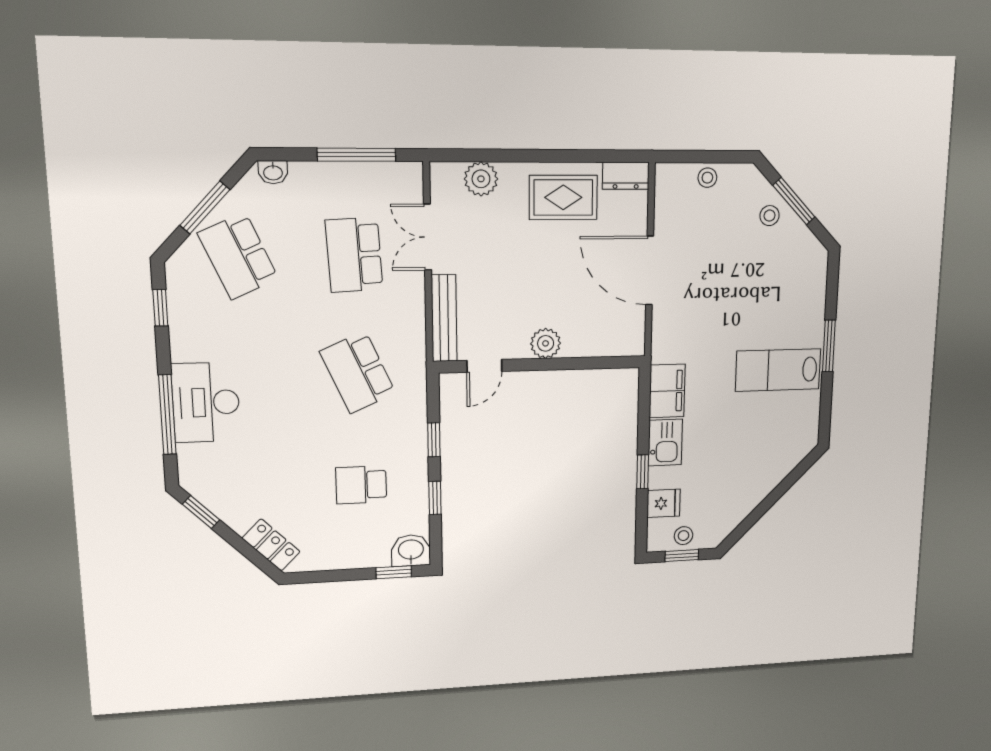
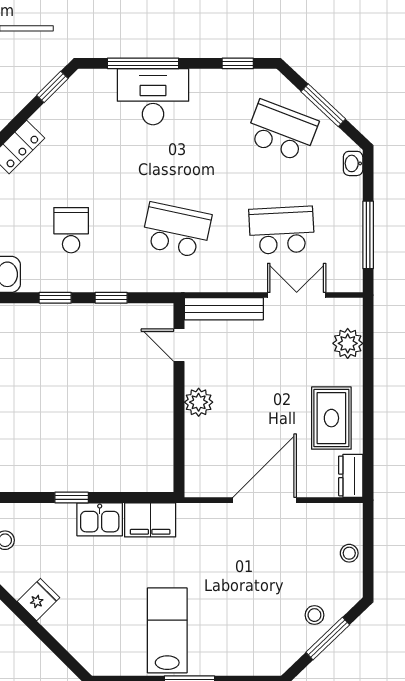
school desk: (238, 256) -> (282, 131), turned 45
school desk: (358, 372) -> (176, 230), turned 36
fridge: (664, 503) -> (39, 600), moved, turned -135

